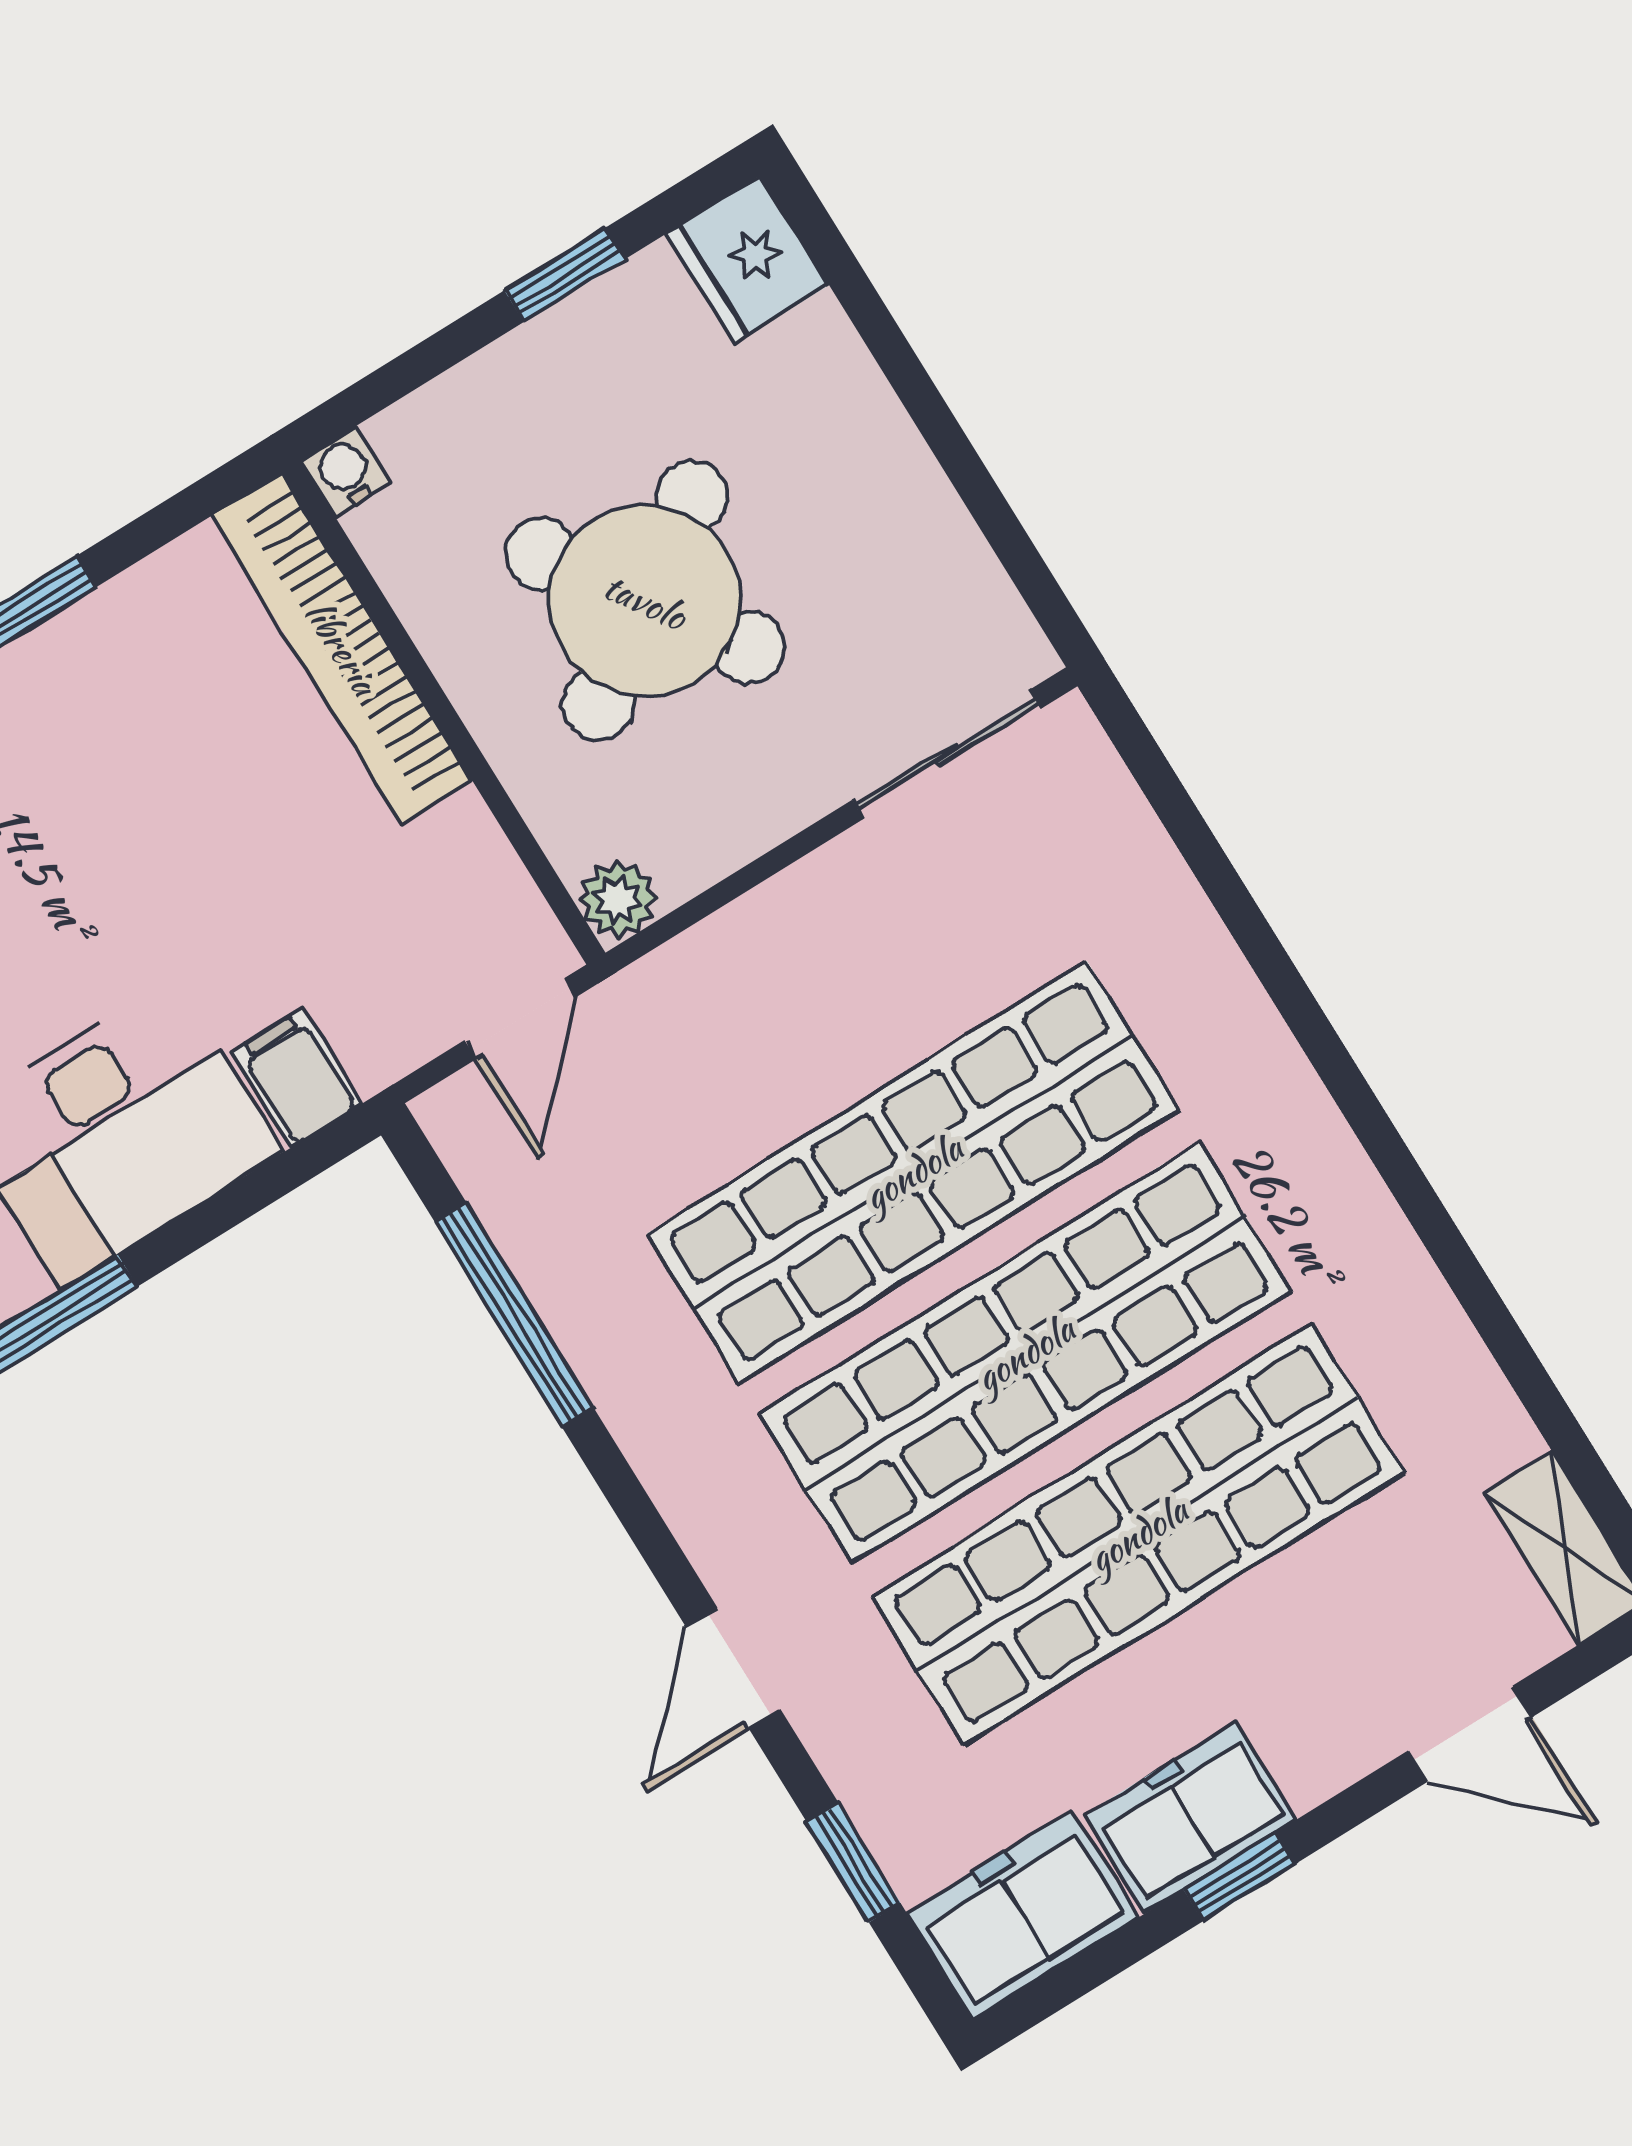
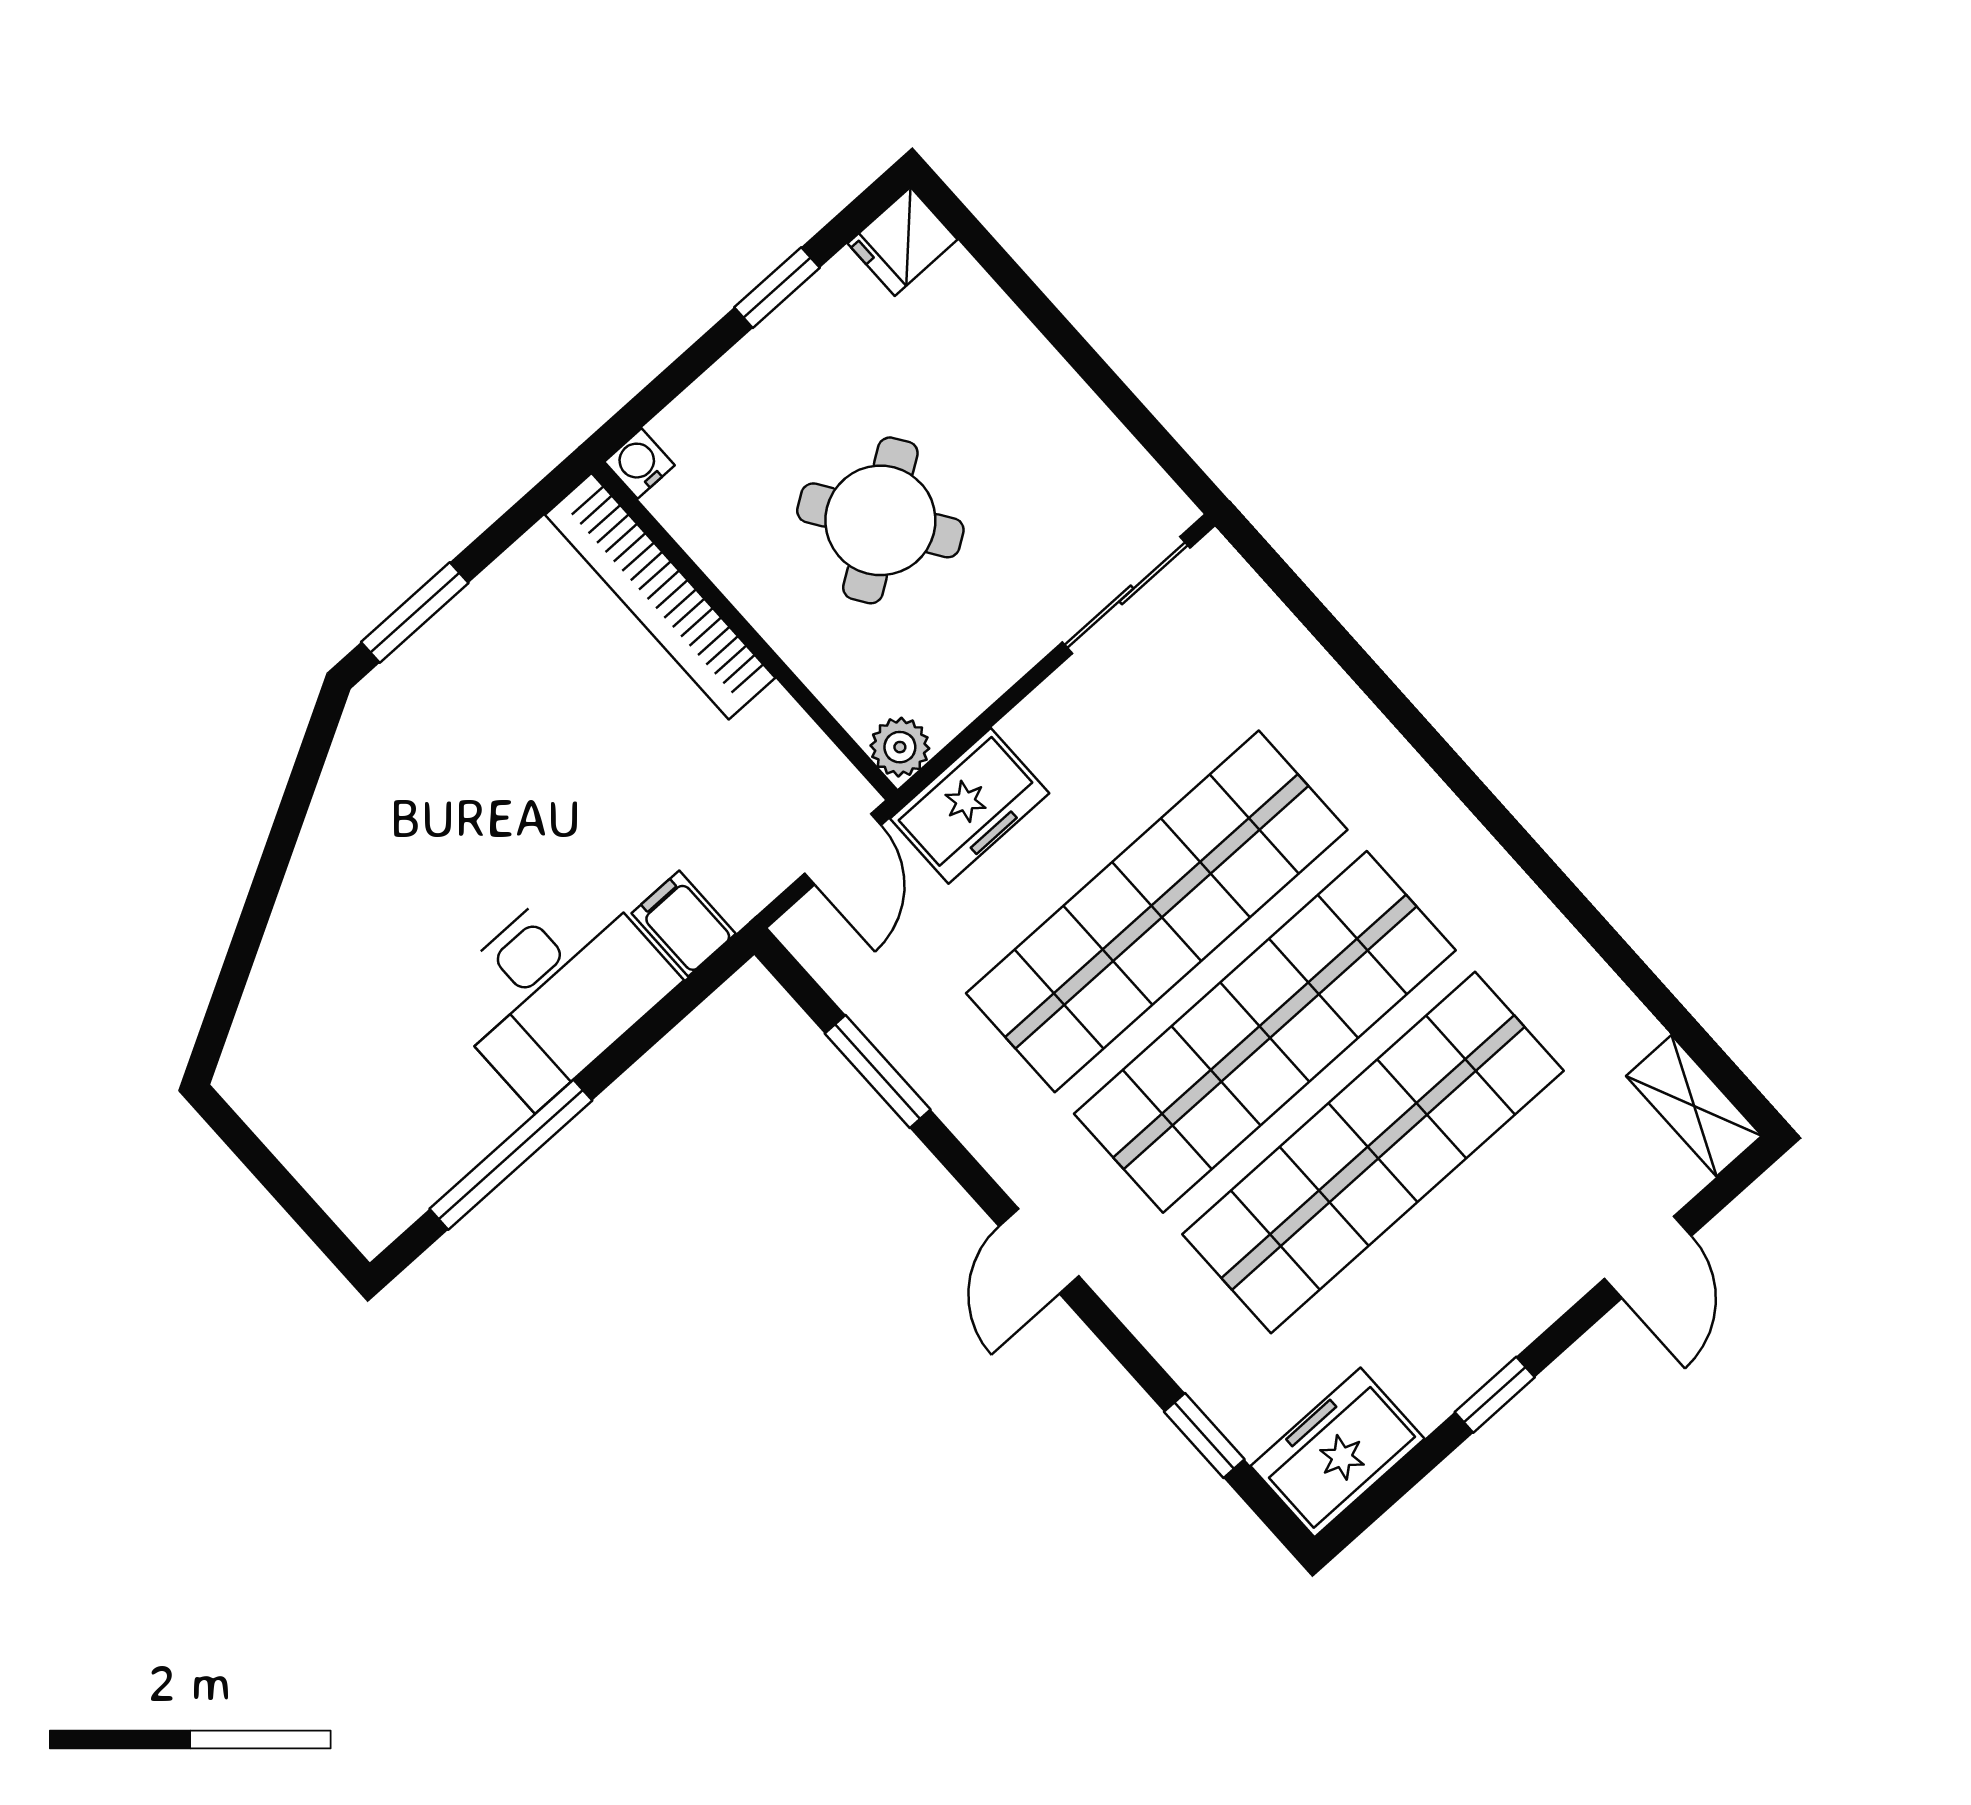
fridge: (748, 259) -> (903, 241), width x0.72
round table: (645, 601) -> (880, 520), width x0.73, depth x0.73
window: (514, 1315) -> (878, 1071), width x0.69
door: (733, 1668) -> (1039, 1251), moved
door: (1470, 1734) -> (1648, 1257), hinge flipped
freezer: (1190, 1817) -> (970, 806), moved, turned 180

